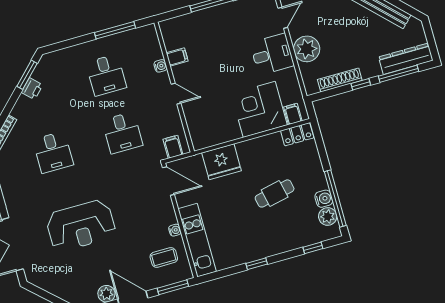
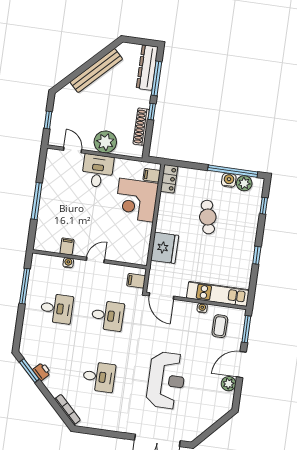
door: (168, 181) -> (161, 296), swing flipped

